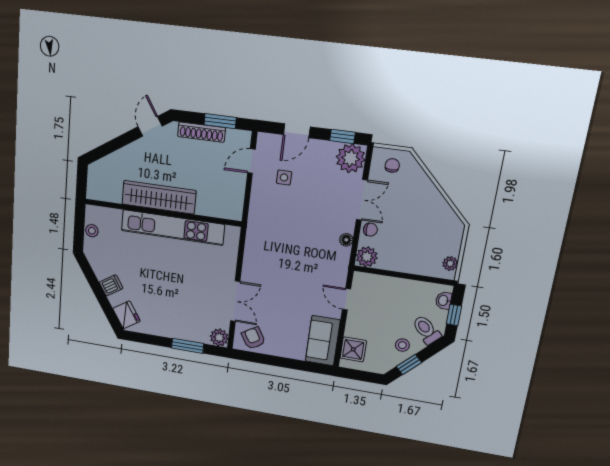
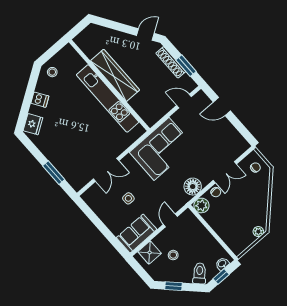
window: (342, 136) -> (243, 130), removed
plant: (351, 158) -> (237, 145), removed
side table: (284, 177) -> (128, 198), moved
stool: (92, 231) -> (52, 72), moved
corner sofa: (272, 232) -> (161, 149), added
floor lamp: (346, 240) -> (193, 187), width x1.89, depth x1.89
plant: (450, 263) -> (258, 232), moved
plant: (219, 337) -> (77, 183), removed
armchair: (253, 338) -> (98, 200), removed
stool: (402, 345) -> (173, 255), moved

